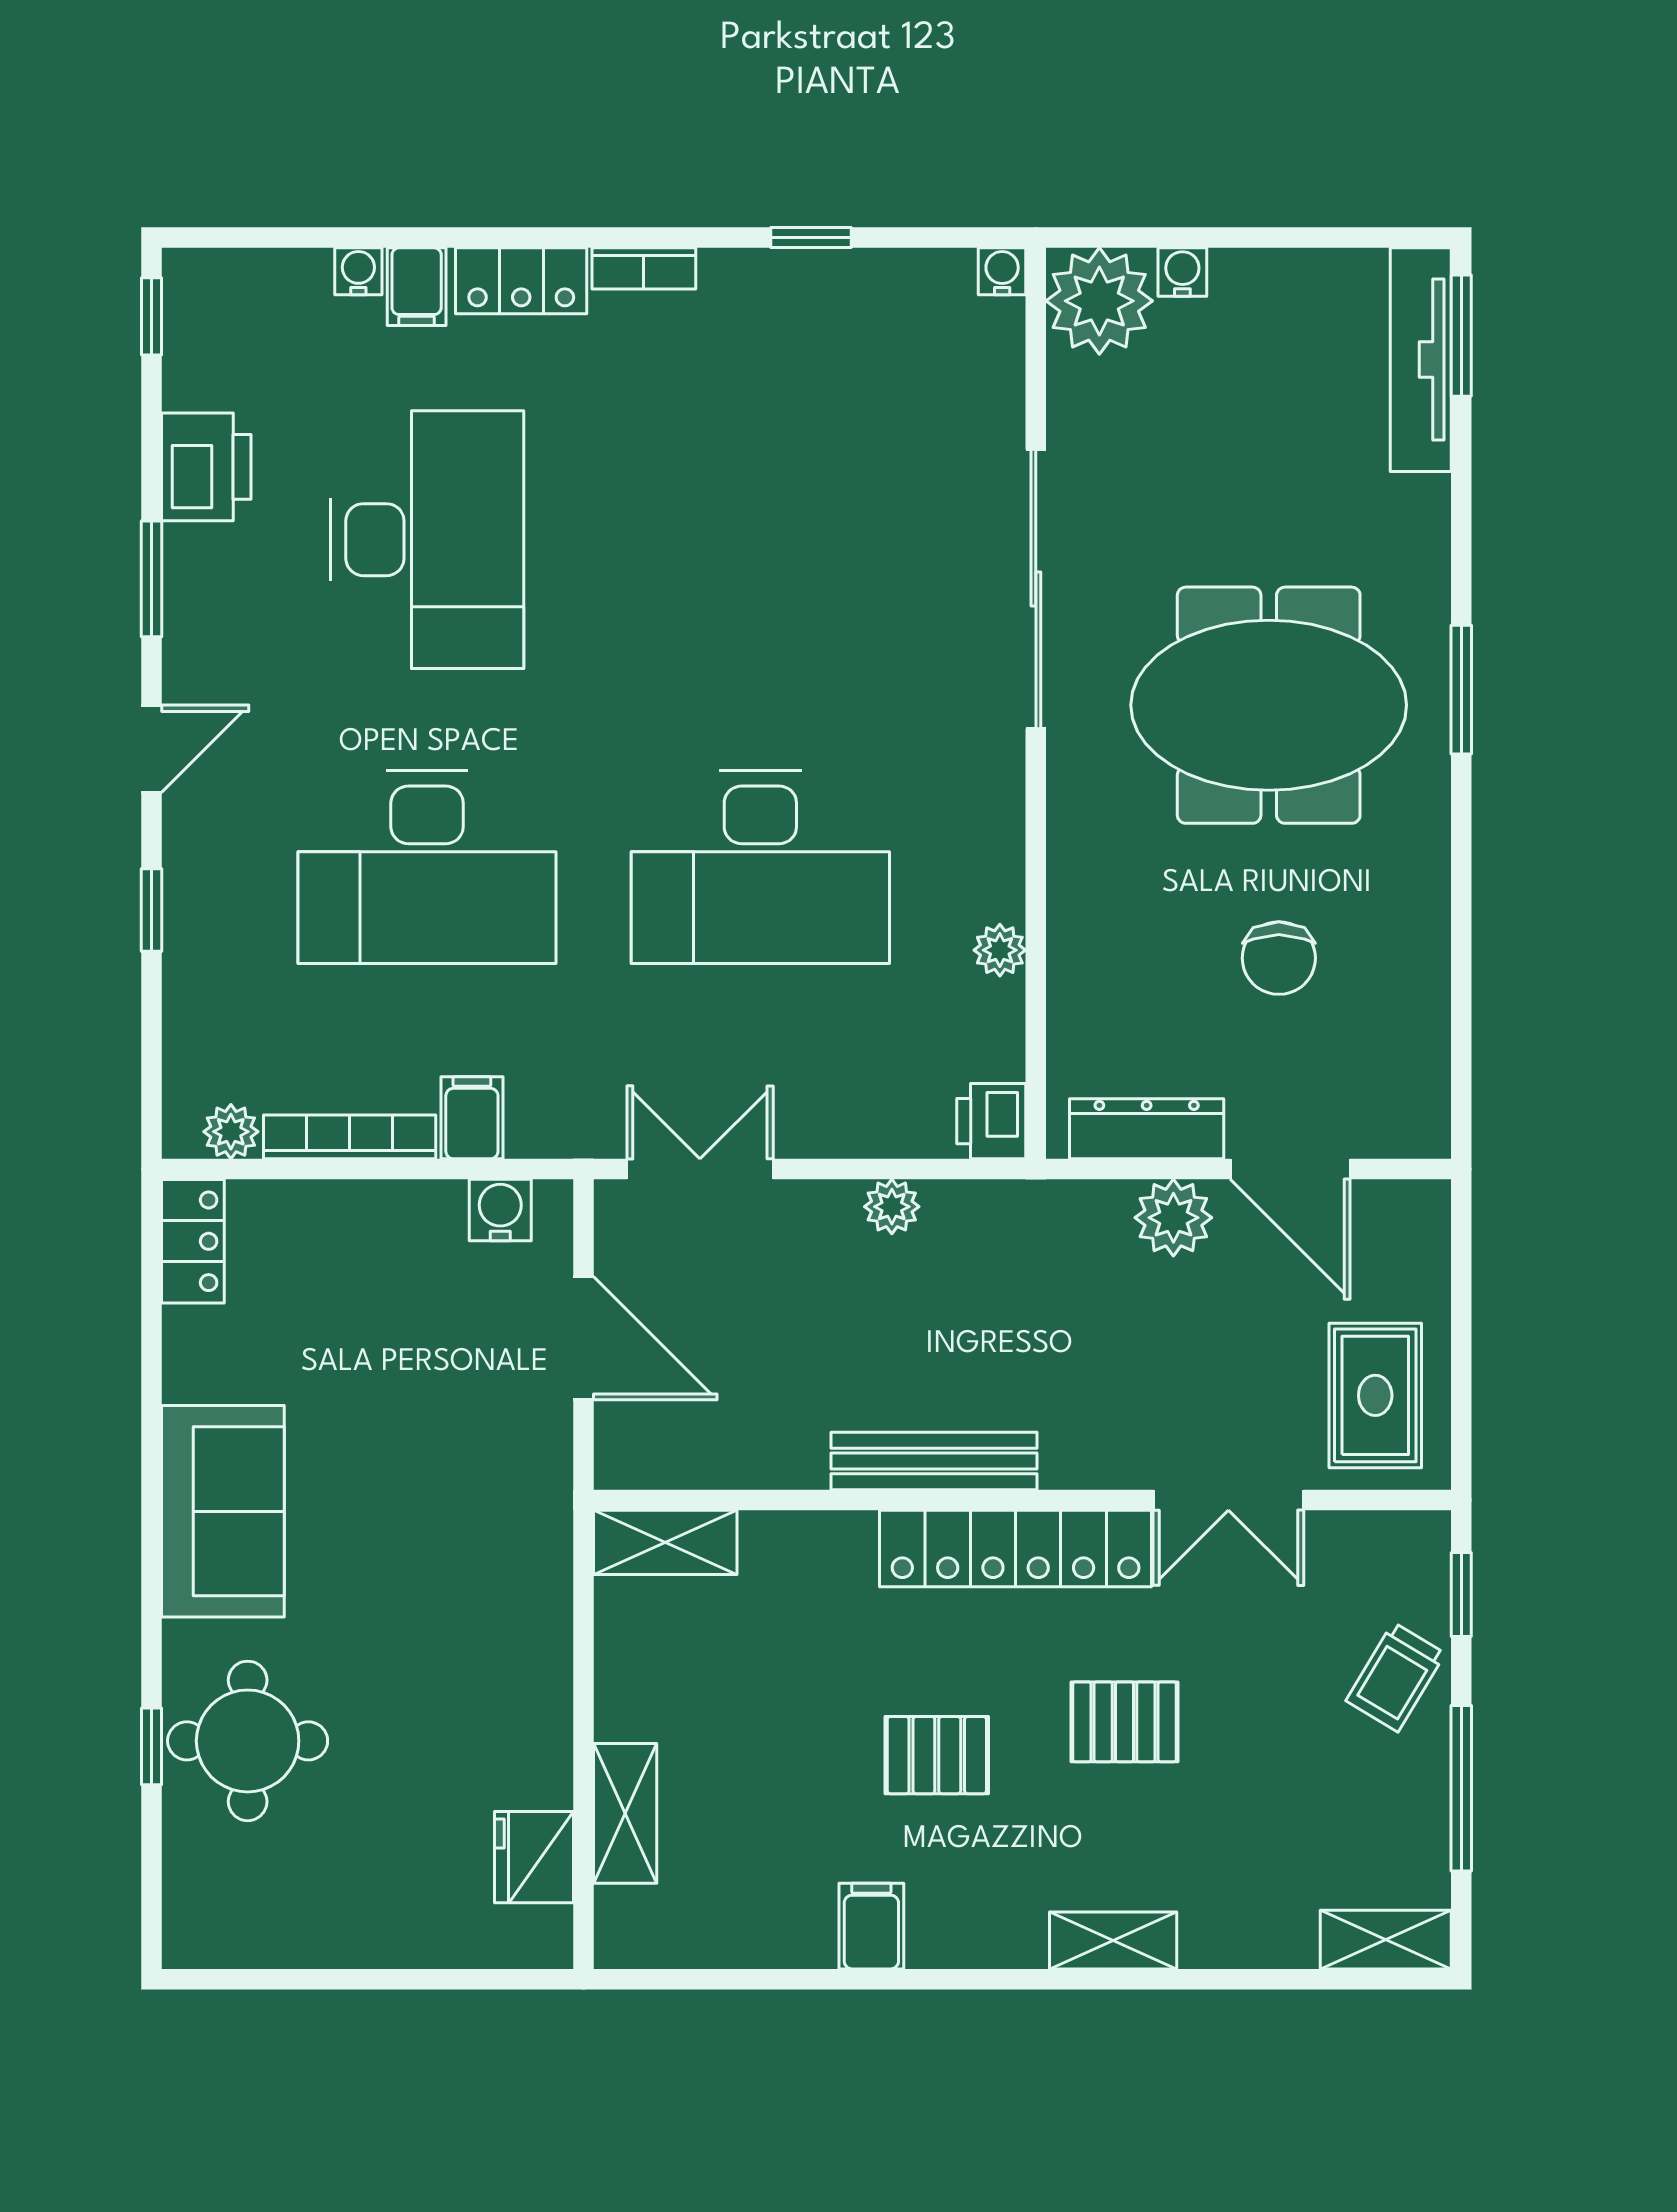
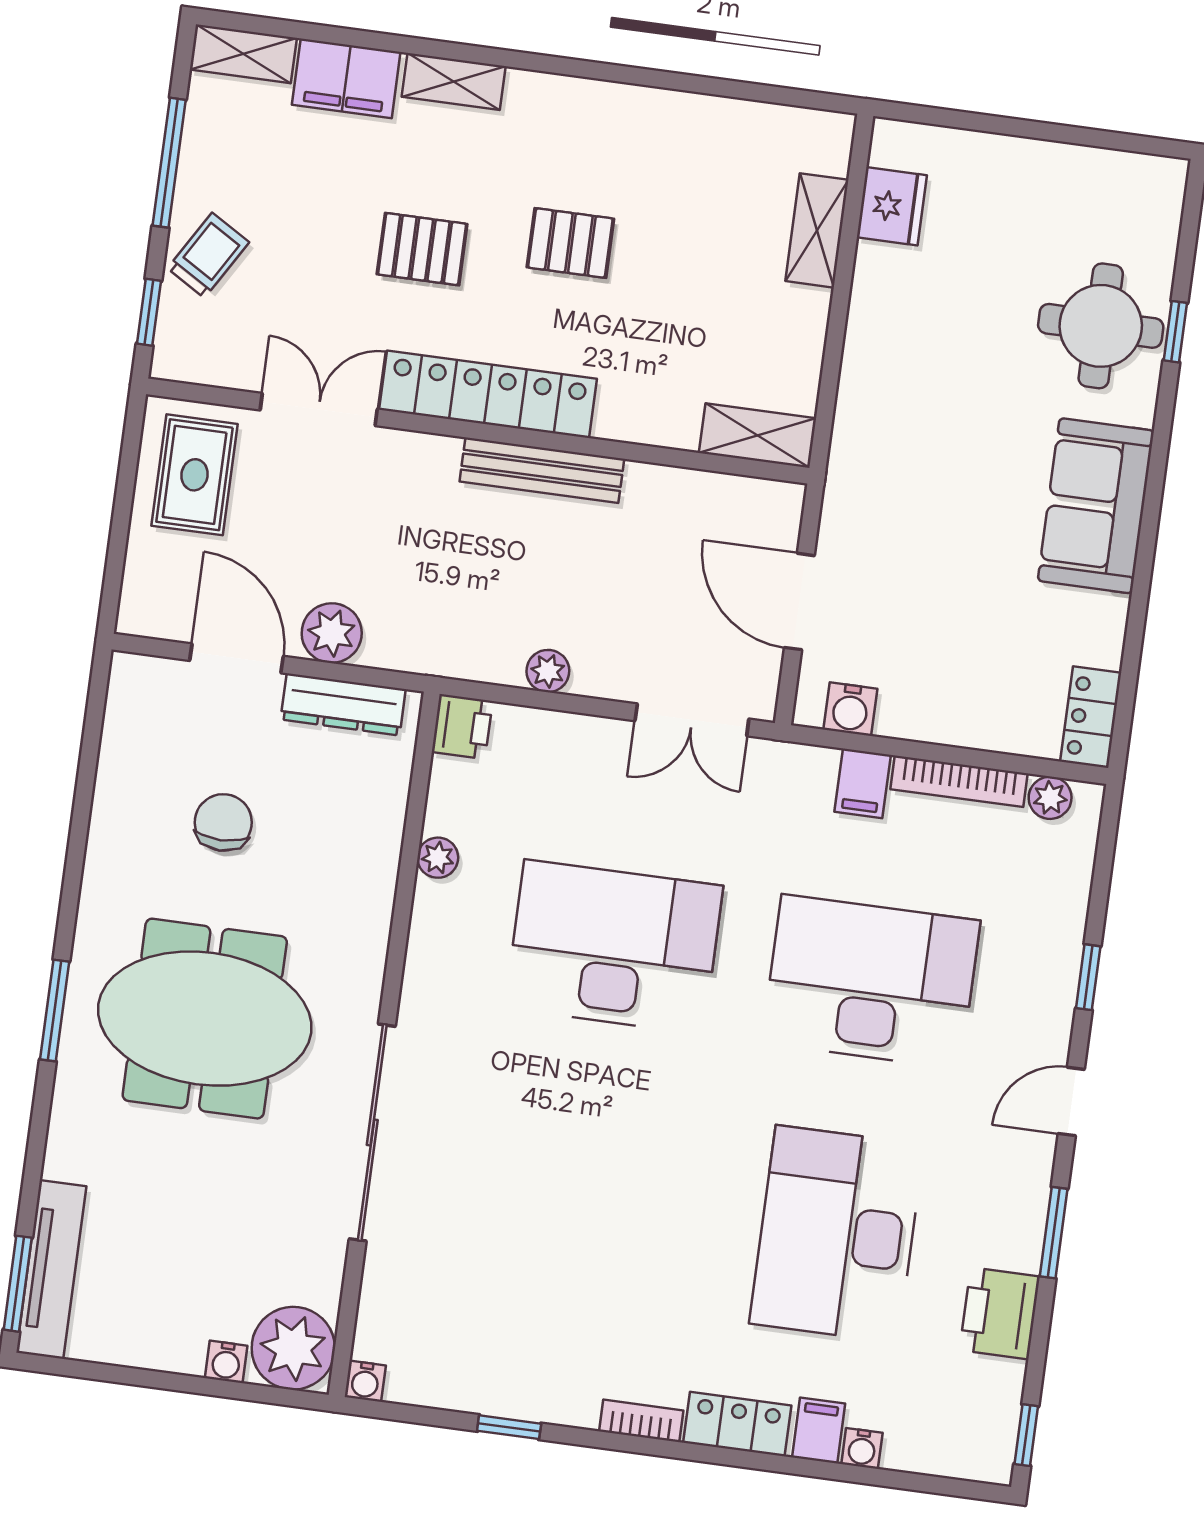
filing cabinet: (871, 1926) -> (346, 78), moved, width x2.00

